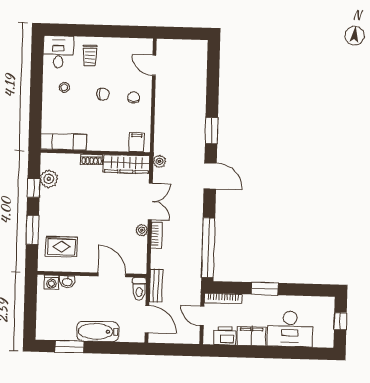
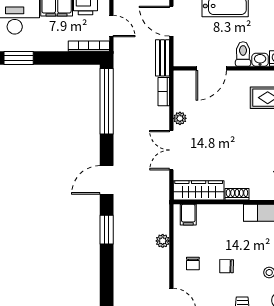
plant: (159, 161) -> (163, 241), moved
door: (210, 176) -> (107, 180), hinge flipped
bookcase: (156, 235) -> (164, 92), moved
door: (112, 275) -> (211, 68), hinge flipped
toilet: (139, 289) -> (243, 54), moved
window: (265, 289) -> (19, 58), moved

